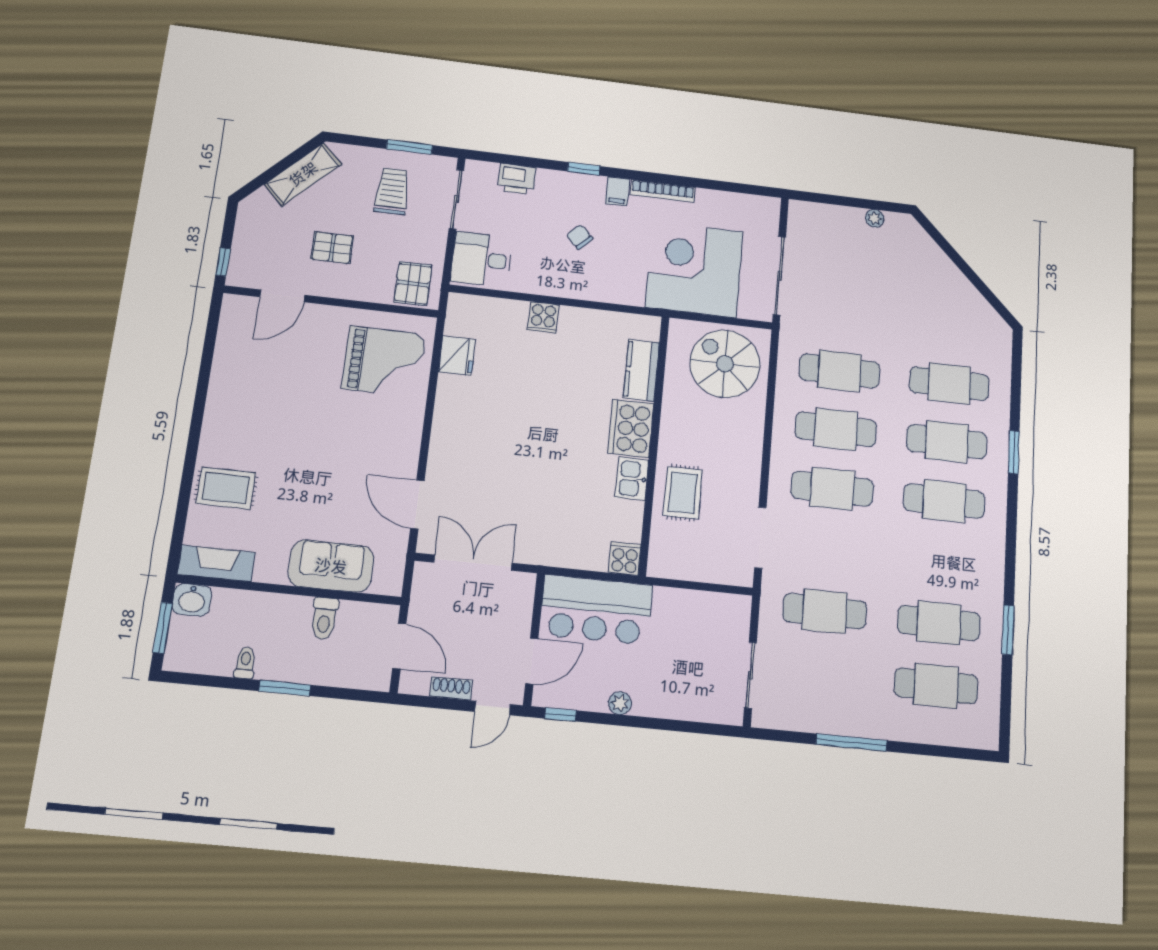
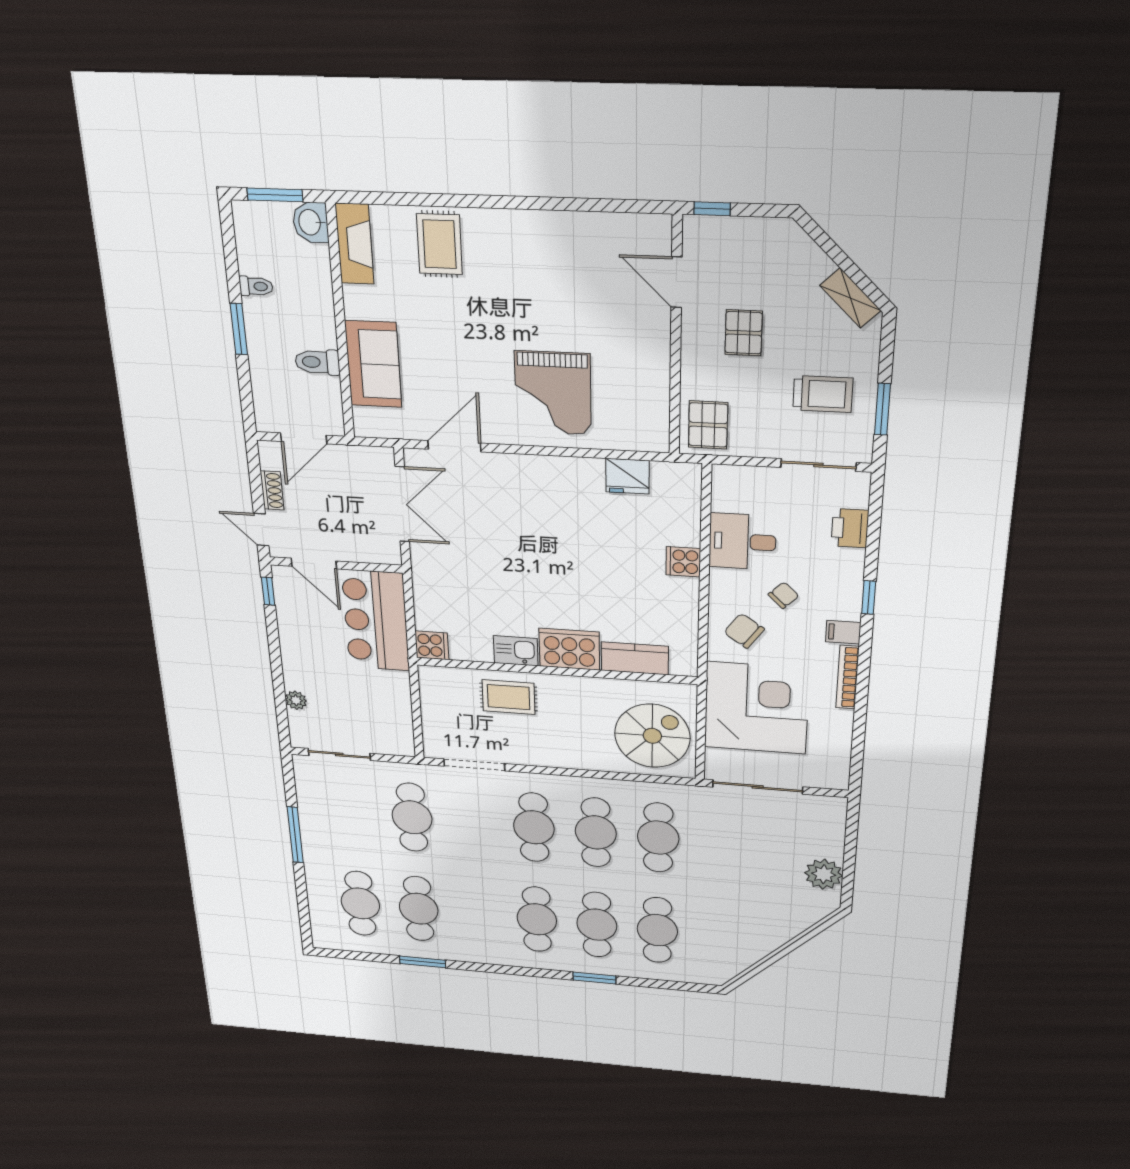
shelving: (303, 174) -> (850, 298), width x0.67, depth x0.75
plant: (875, 218) -> (824, 874), width x1.88, depth x1.88
desk: (482, 259) -> (742, 542), moved, turned -90
chair: (614, 273) -> (744, 631), added
pallet: (413, 284) -> (708, 425), turned 90
grand piano: (384, 361) -> (553, 393), moved
plant: (620, 703) -> (296, 700), moved

